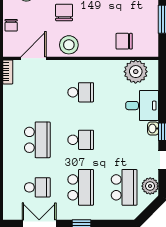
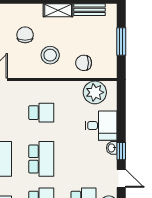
stool: (69, 45) -> (50, 55), moved
school desk: (81, 140) -> (41, 159), width x1.85

